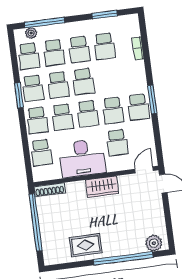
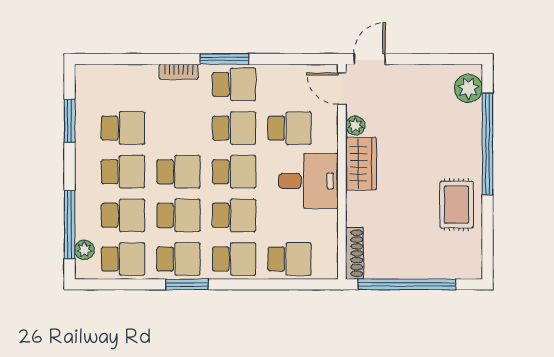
bookcase: (138, 48) -> (179, 72), moved
desk: (82, 158) -> (308, 181), width x0.73
plant: (124, 180) -> (355, 126), added

